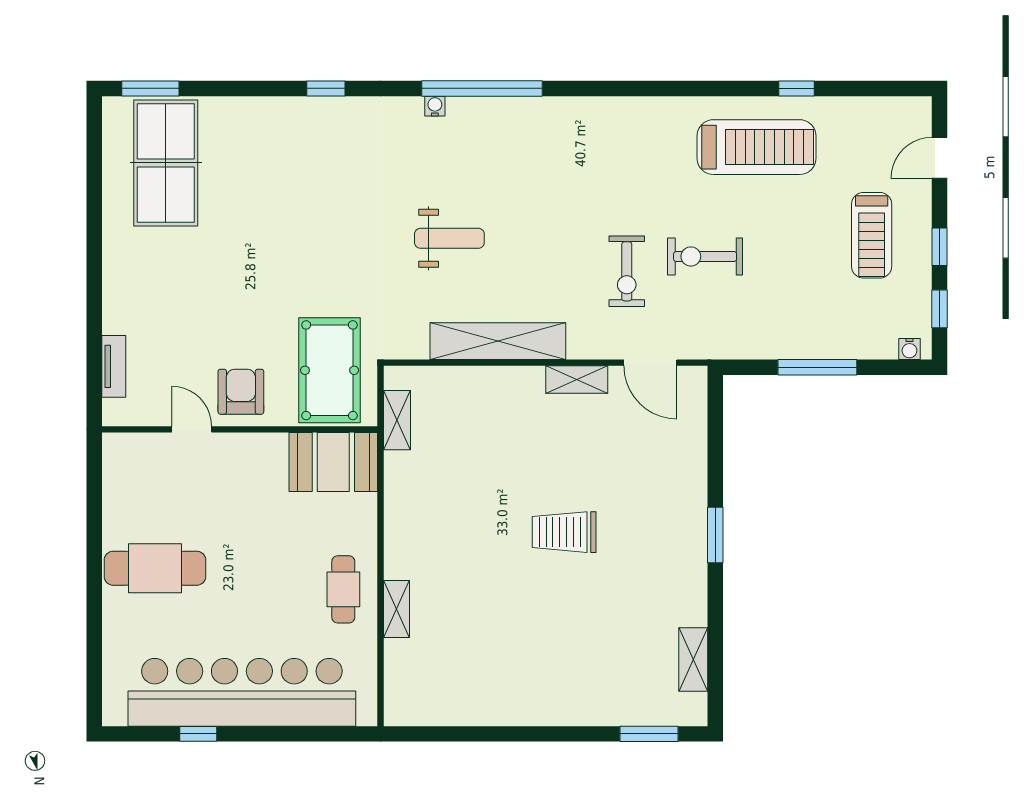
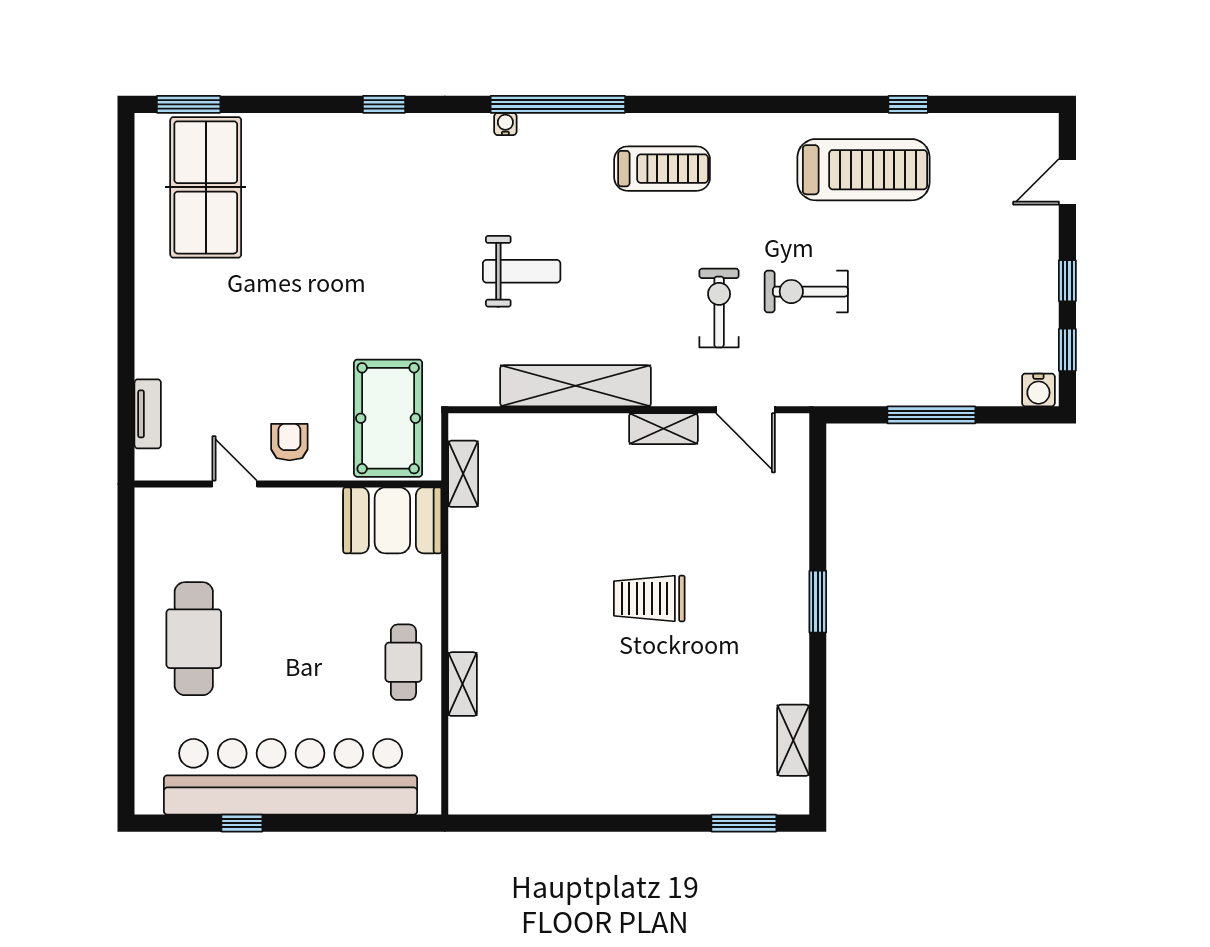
treadmill: (872, 235) -> (662, 169), moved, turned -90
exercise bike: (627, 271) -> (719, 308), turned 180
water cooler: (909, 349) -> (1038, 390), width x1.38, depth x1.38
armchair: (241, 392) -> (289, 442), width x0.72, depth x0.72
cafe table: (155, 568) -> (194, 639), turned 90

